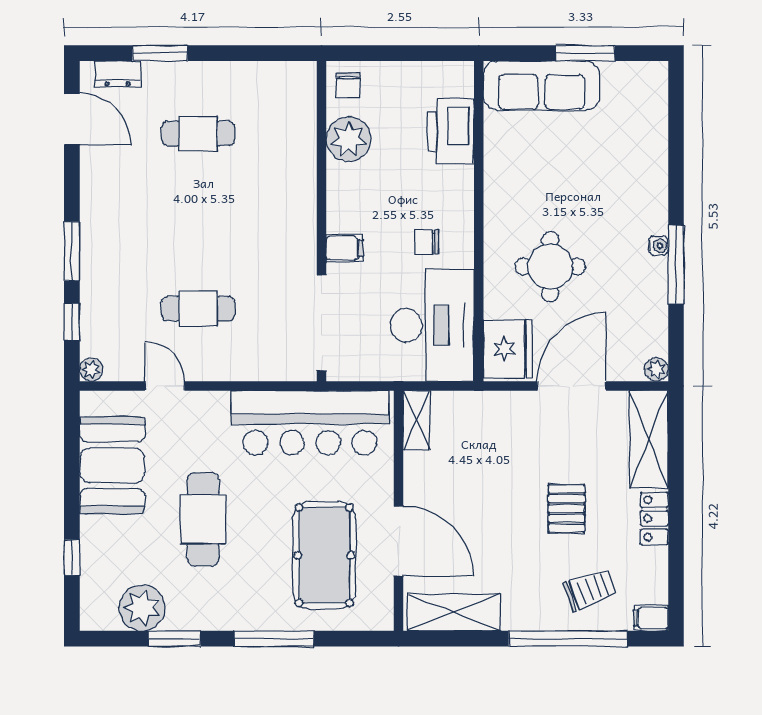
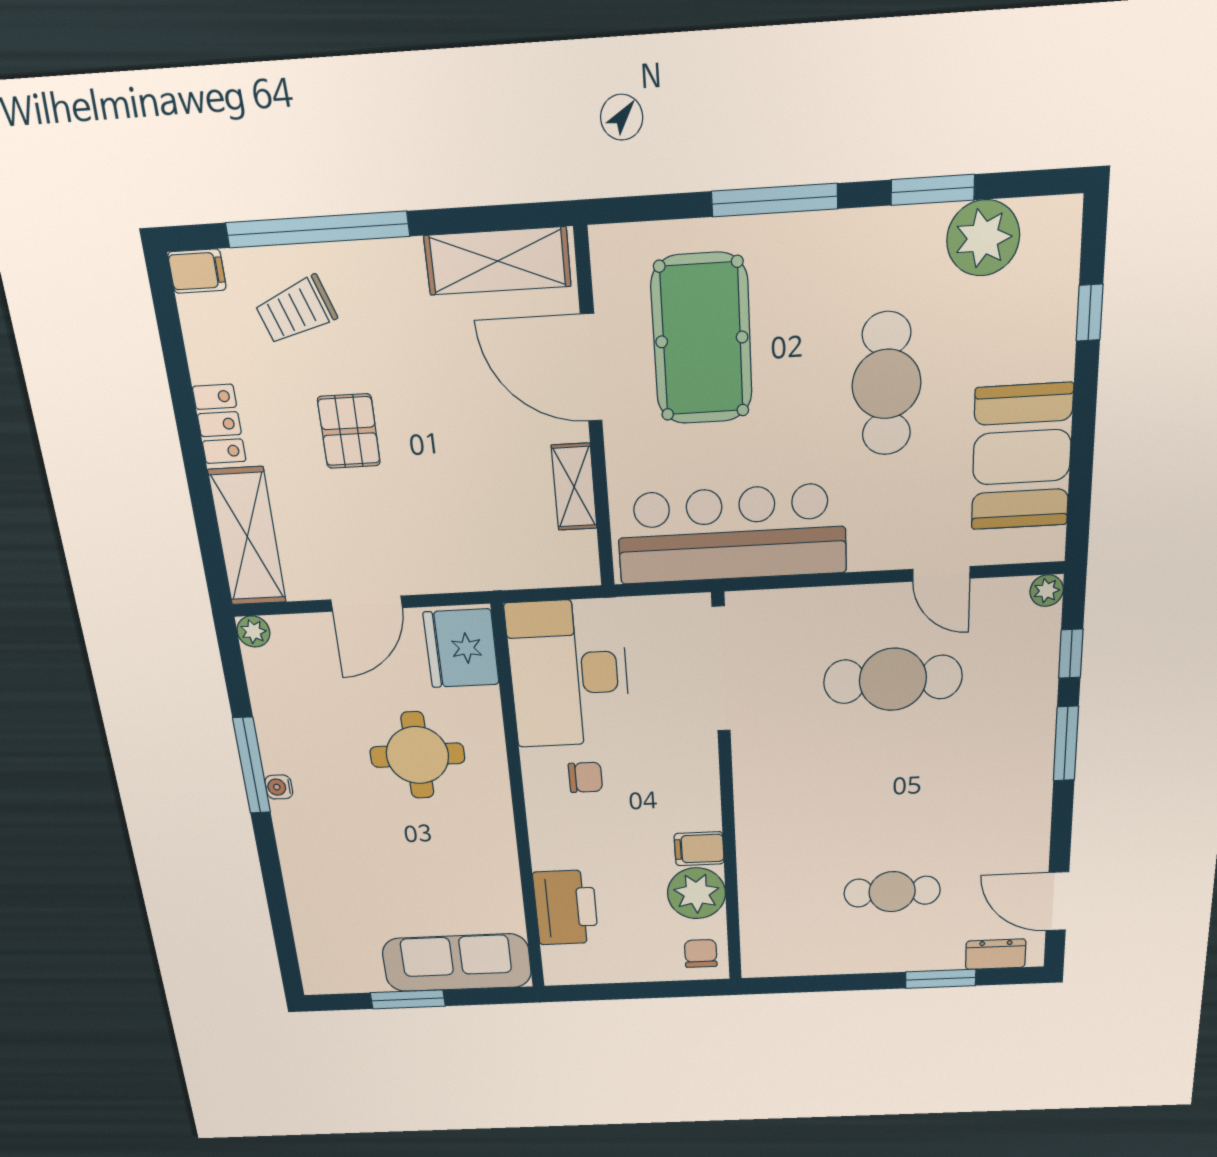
filing cabinet: (345, 248) -> (699, 849), moved
cafe table: (198, 309) -> (893, 679), width x1.37, depth x1.35
door: (572, 386) -> (367, 604), width x0.73
shelving: (417, 420) -> (574, 487), moved

